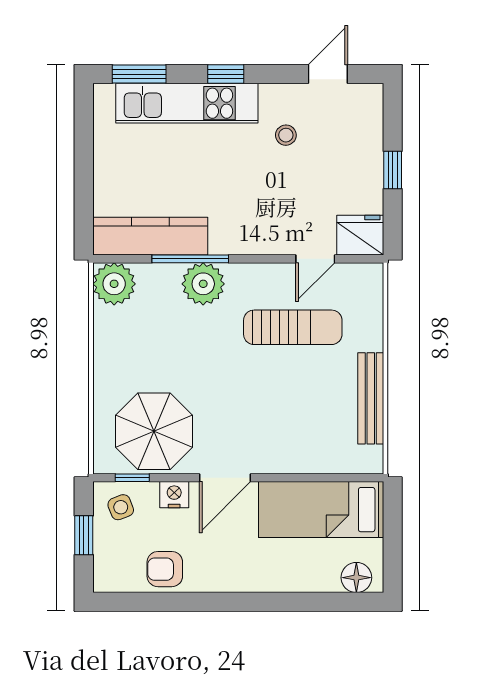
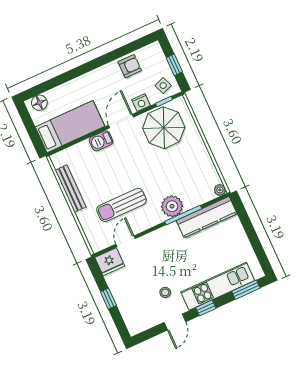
door: (328, 74) -> (175, 322), moved
plant: (114, 284) -> (220, 190), width x0.53, depth x0.53
barbecue: (277, 459) -> (101, 141), added

